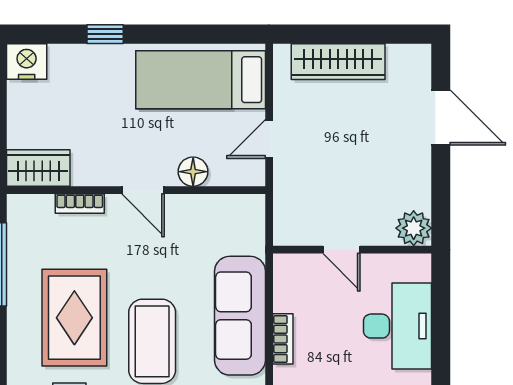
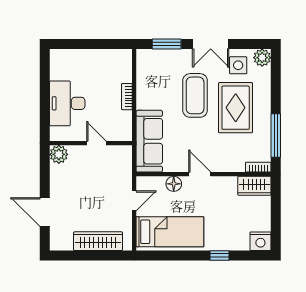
bookcase: (80, 204) -> (258, 167), moved
sofa: (240, 316) -> (149, 141), moved

